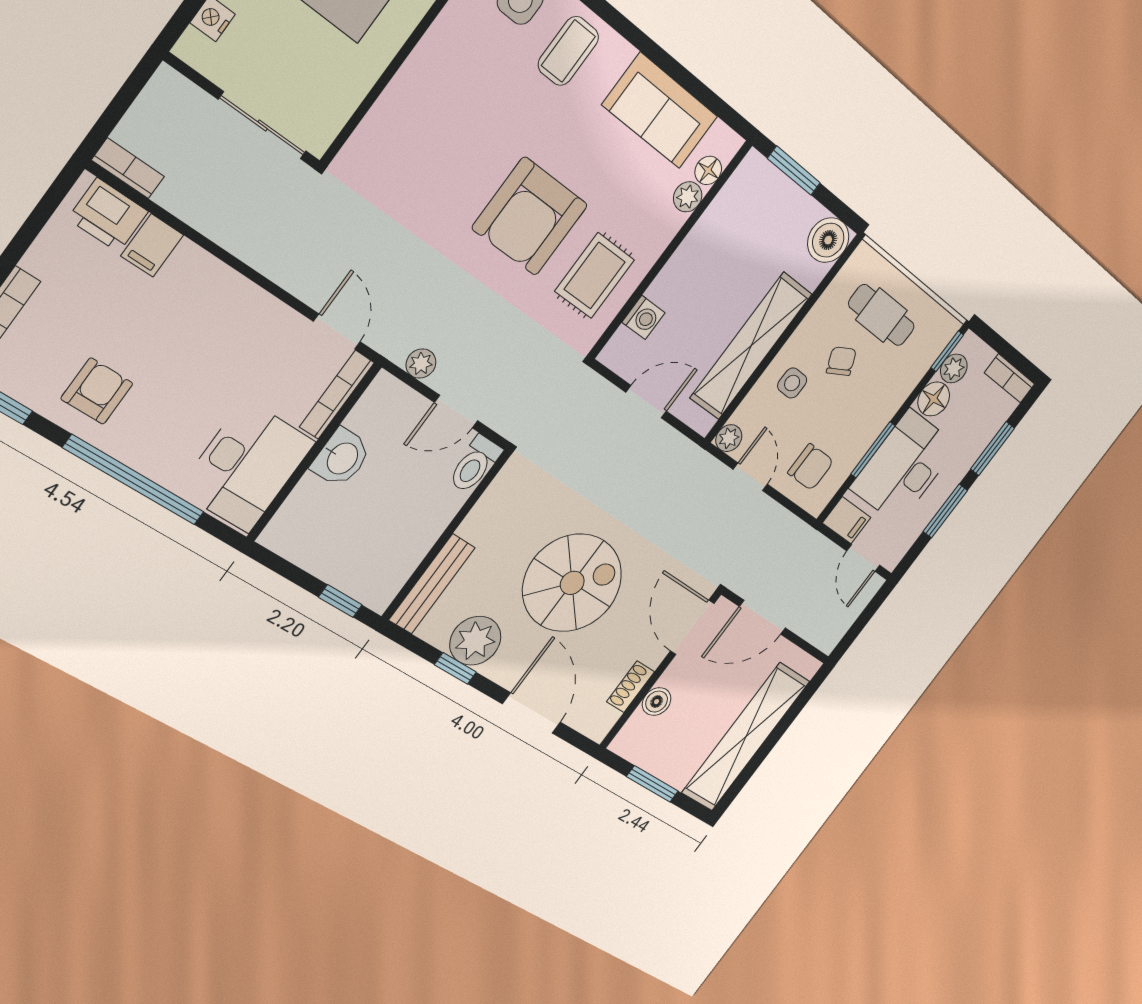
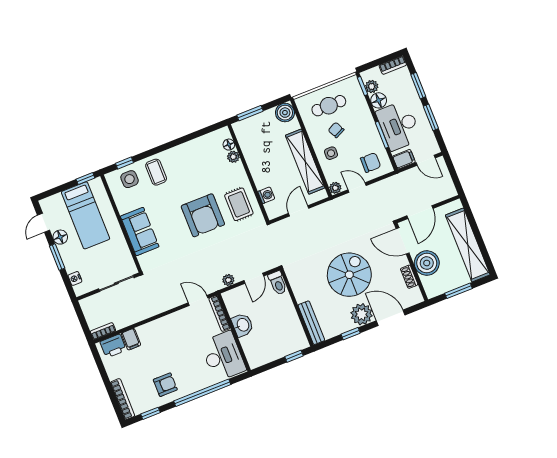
sofa: (660, 111) -> (140, 231), moved, turned -90
armchair: (97, 391) -> (165, 385), turned 90
plant: (475, 641) -> (362, 314), moved
boiler: (657, 702) -> (427, 263), width x1.86, depth x1.86

